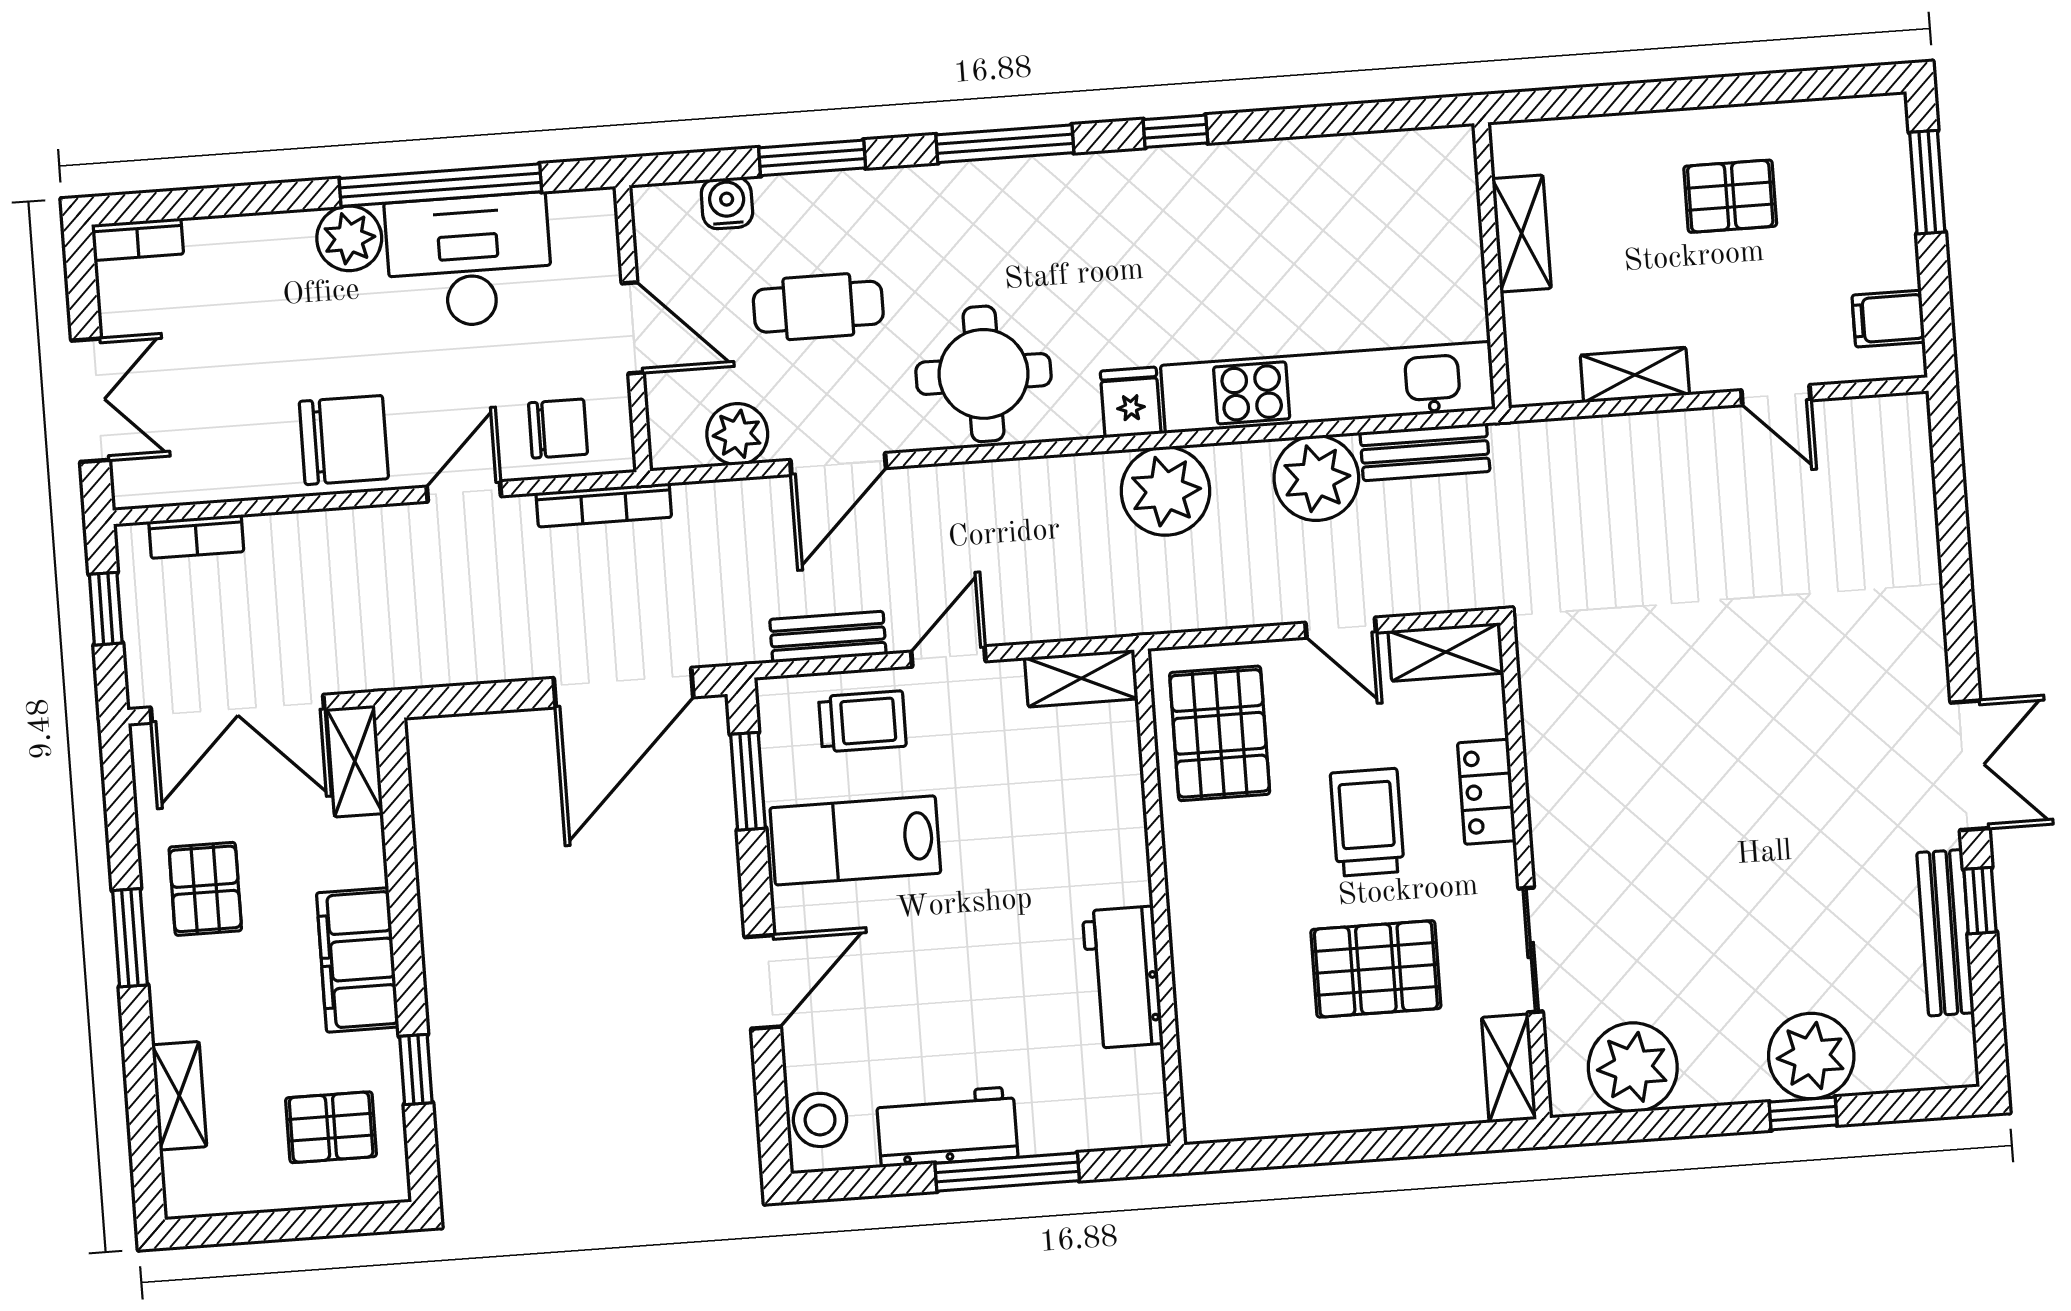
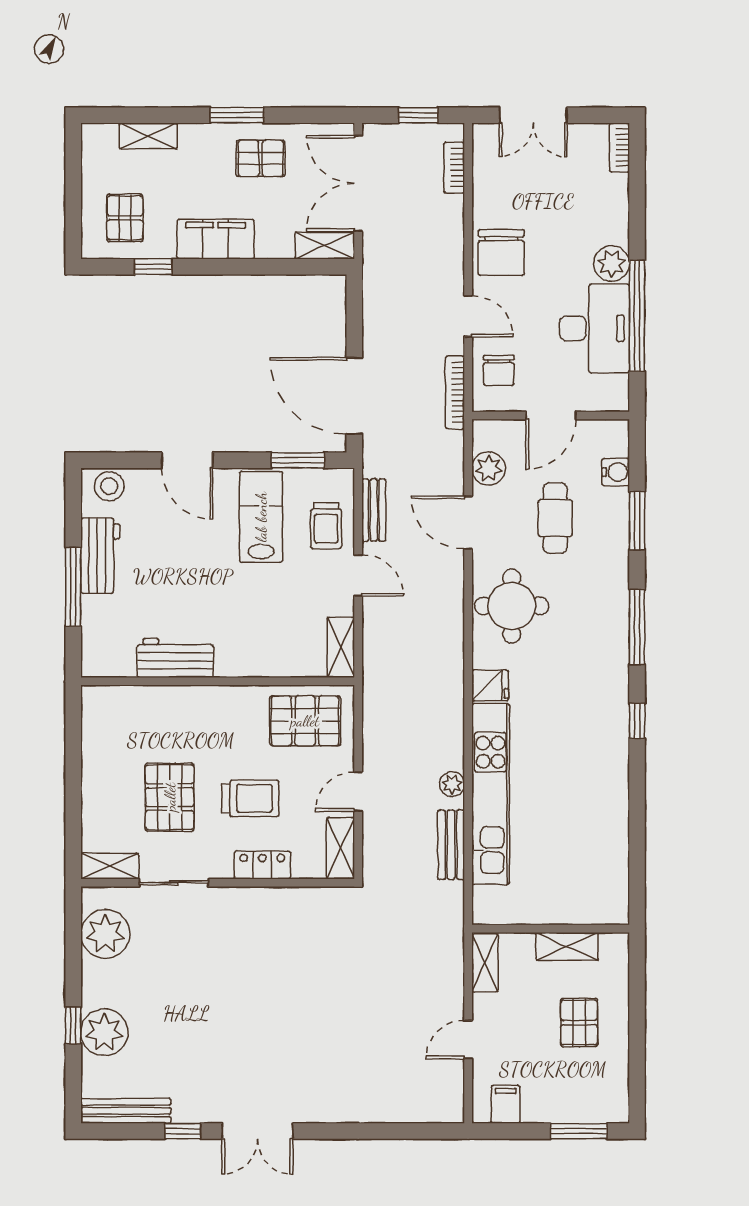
shelving: (1522, 233) -> (567, 946), moved
wall: (1492, 266) -> (551, 929), moved
plant: (1316, 478) -> (452, 784), width x0.53, depth x0.53
plant: (1165, 491) -> (440, 701), removed
bench: (1945, 933) -> (126, 1111), moved

